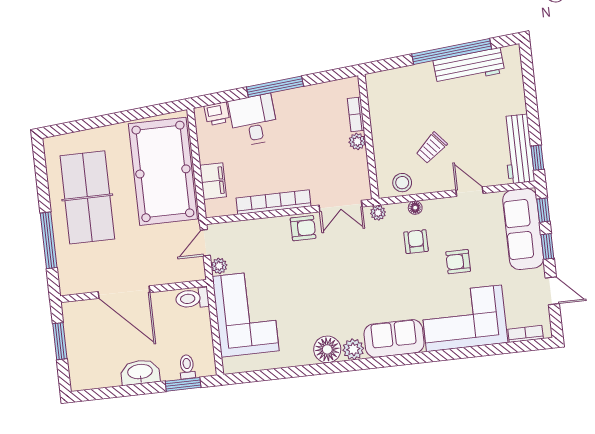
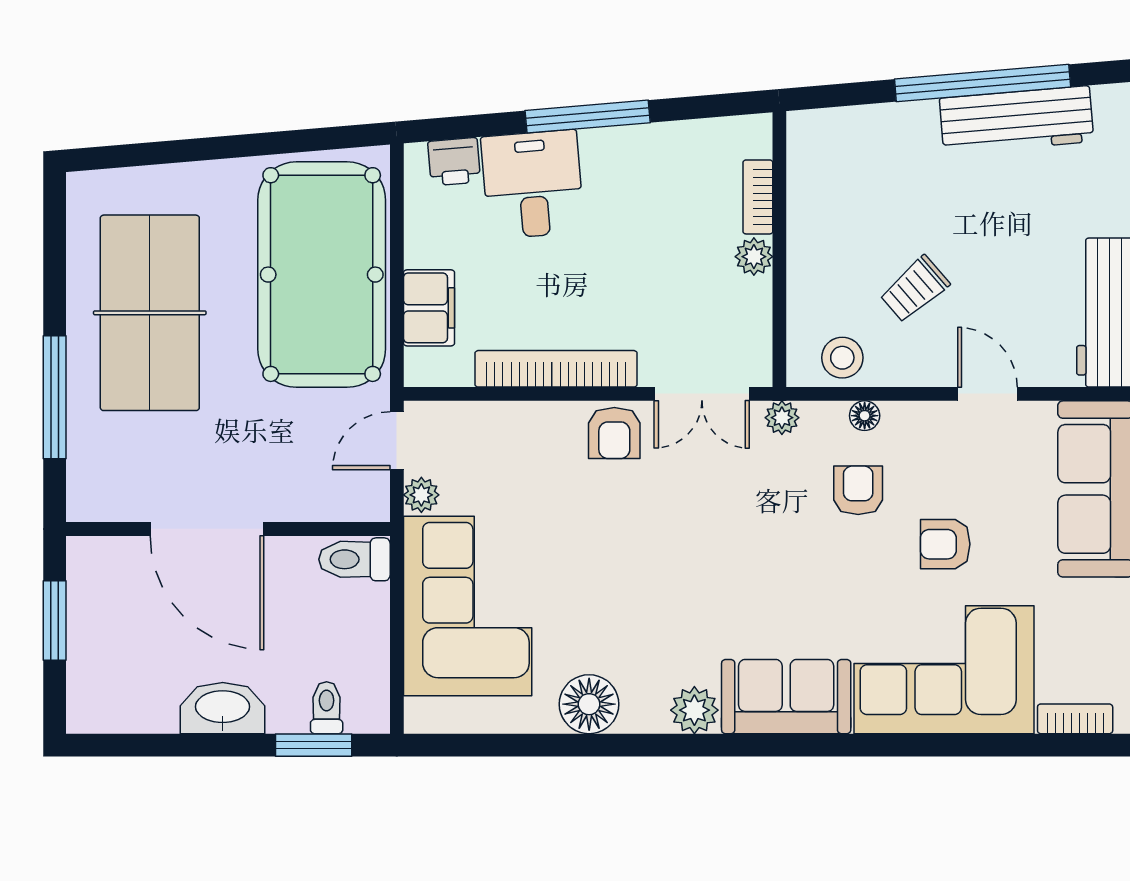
armchair: (303, 228) -> (614, 433), turned 90
floor lamp: (327, 349) -> (589, 704), moved

